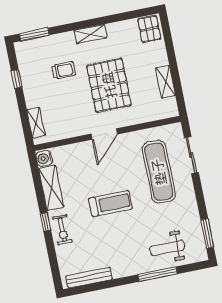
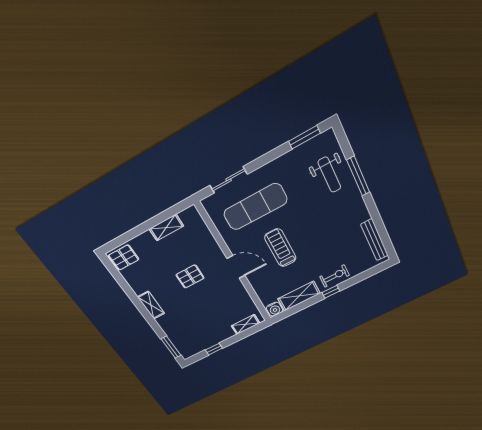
trolley: (64, 70) -> (192, 317), removed
pallet: (109, 85) -> (190, 276), width x0.49, depth x0.50
treadmill: (110, 204) -> (280, 248), moved

